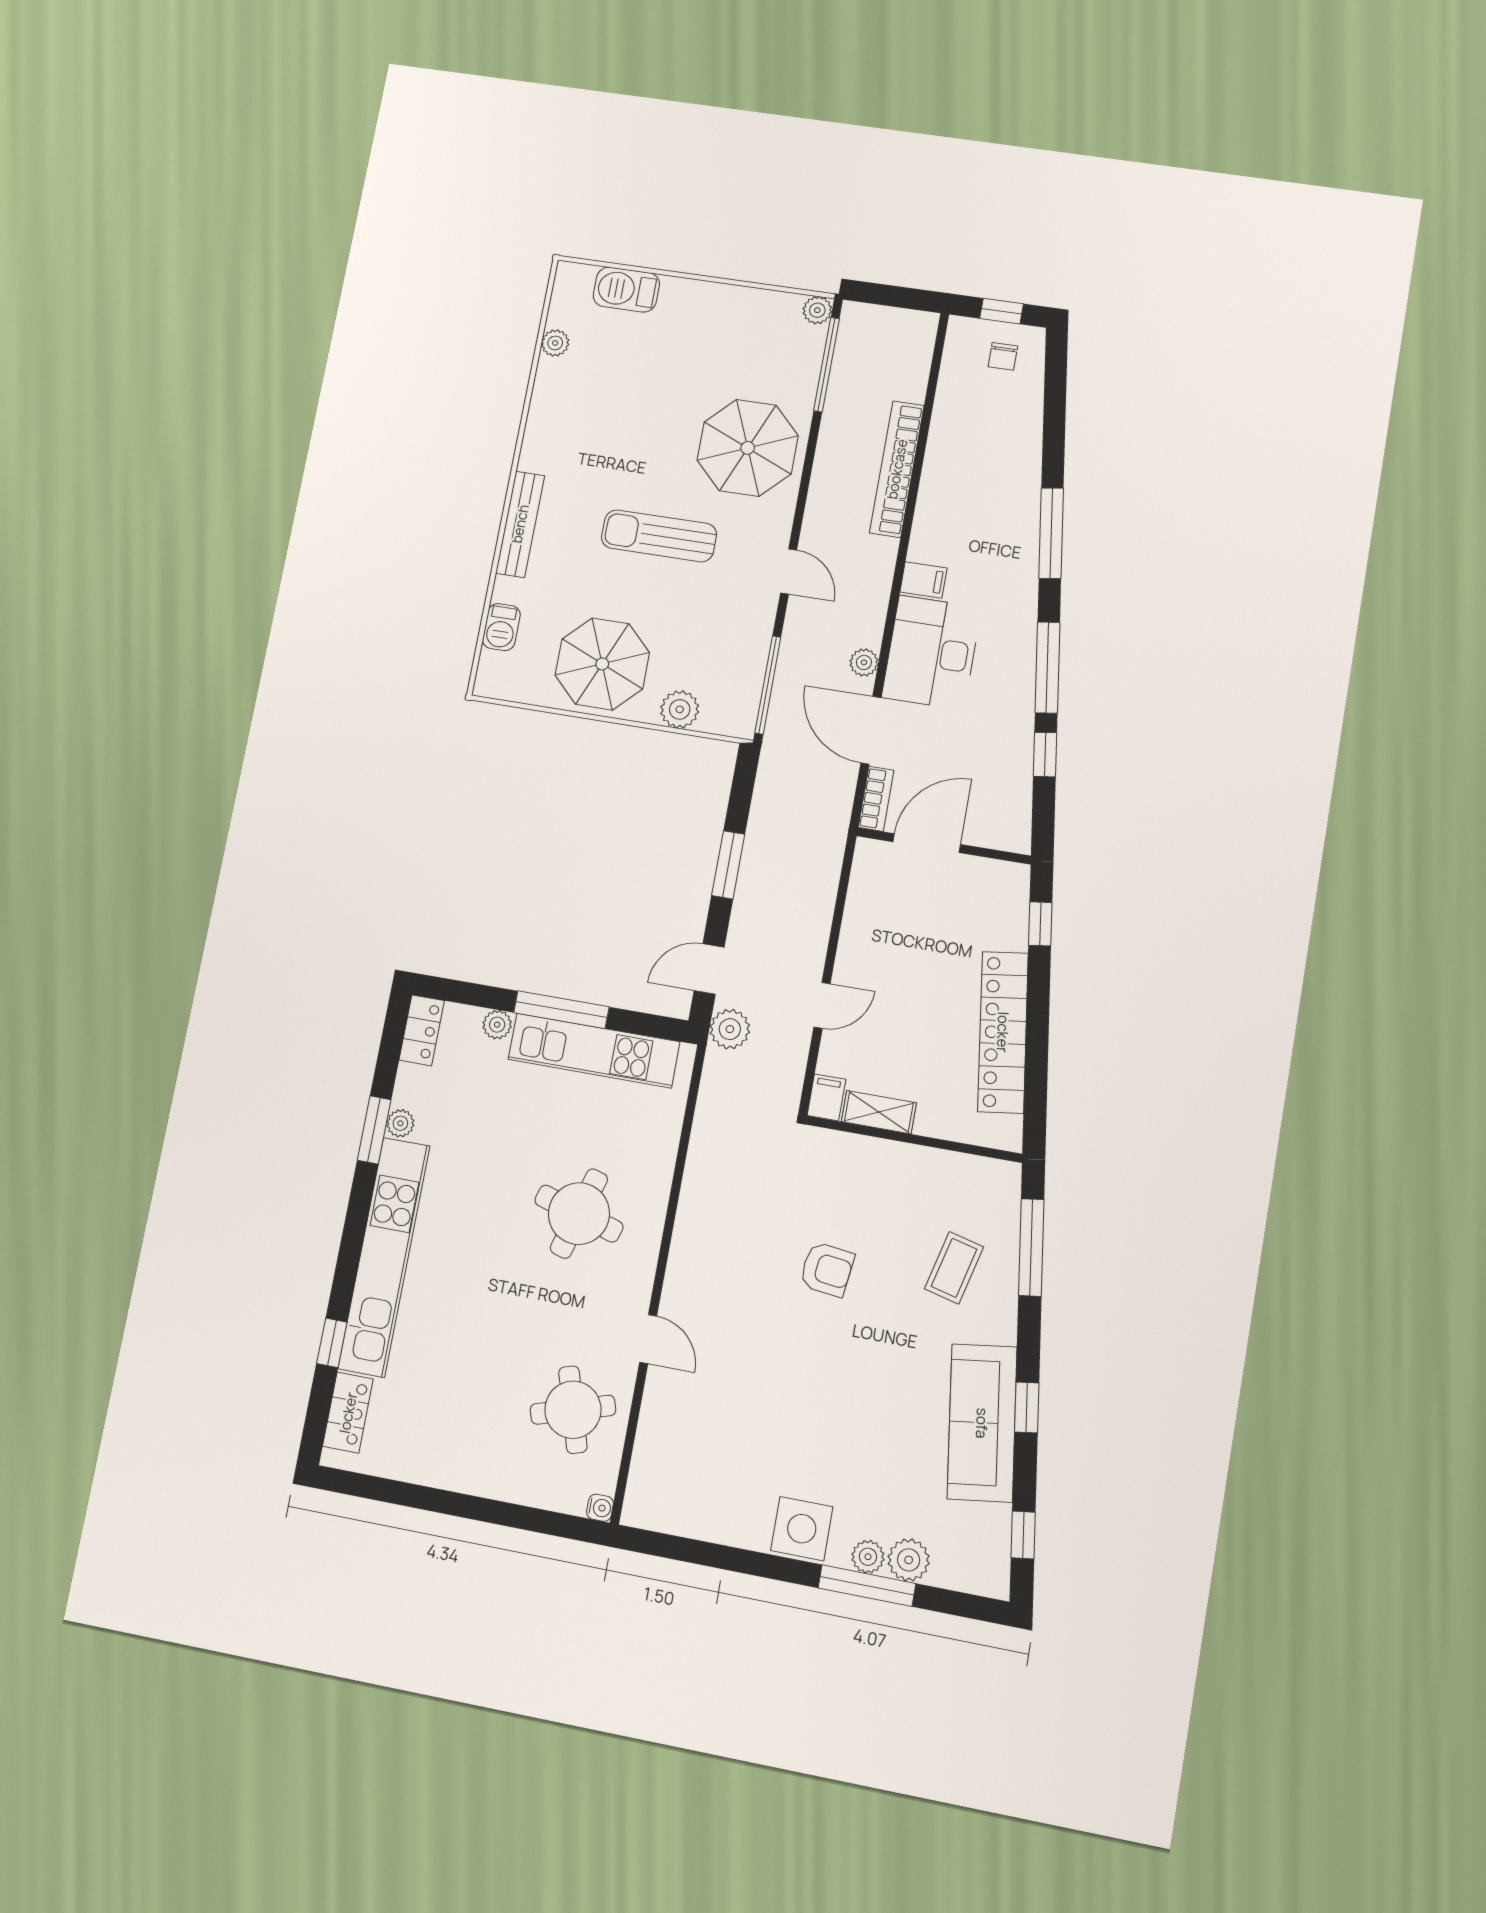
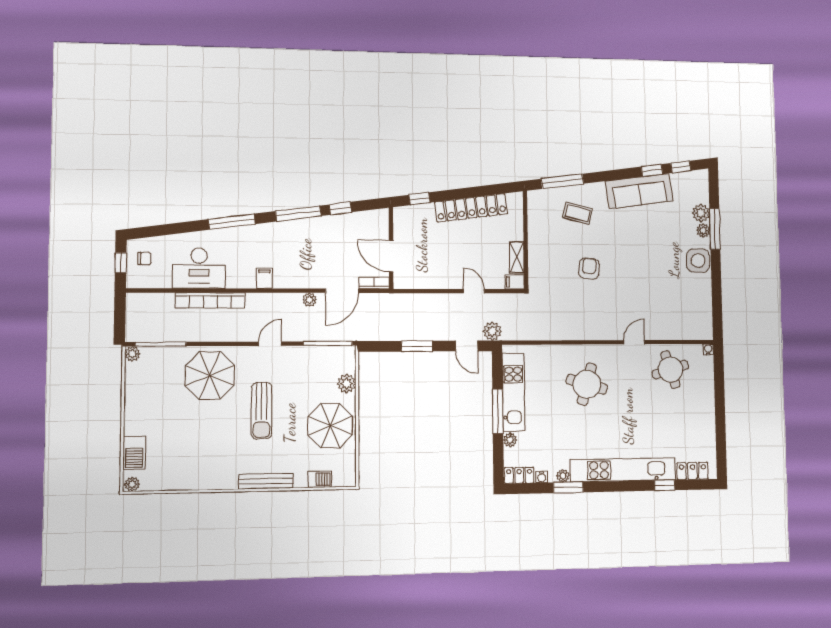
plant: (555, 343) -> (132, 484), moved
desk: (932, 652) -> (199, 268), moved
water cooler: (408, 1077) -> (542, 477), added
window: (1027, 1407) -> (652, 170), moved

